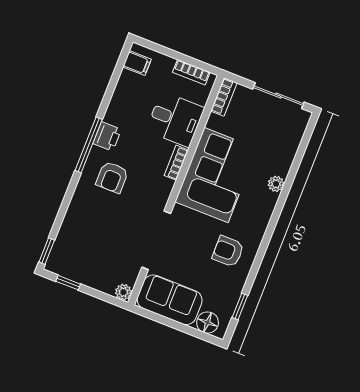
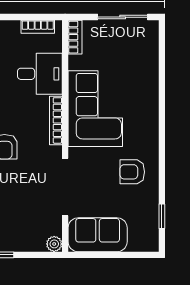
bookcase: (176, 163) -> (56, 120), width x1.56
plant: (276, 184) -> (151, 96), removed
floor lamp: (208, 323) -> (139, 242), removed

